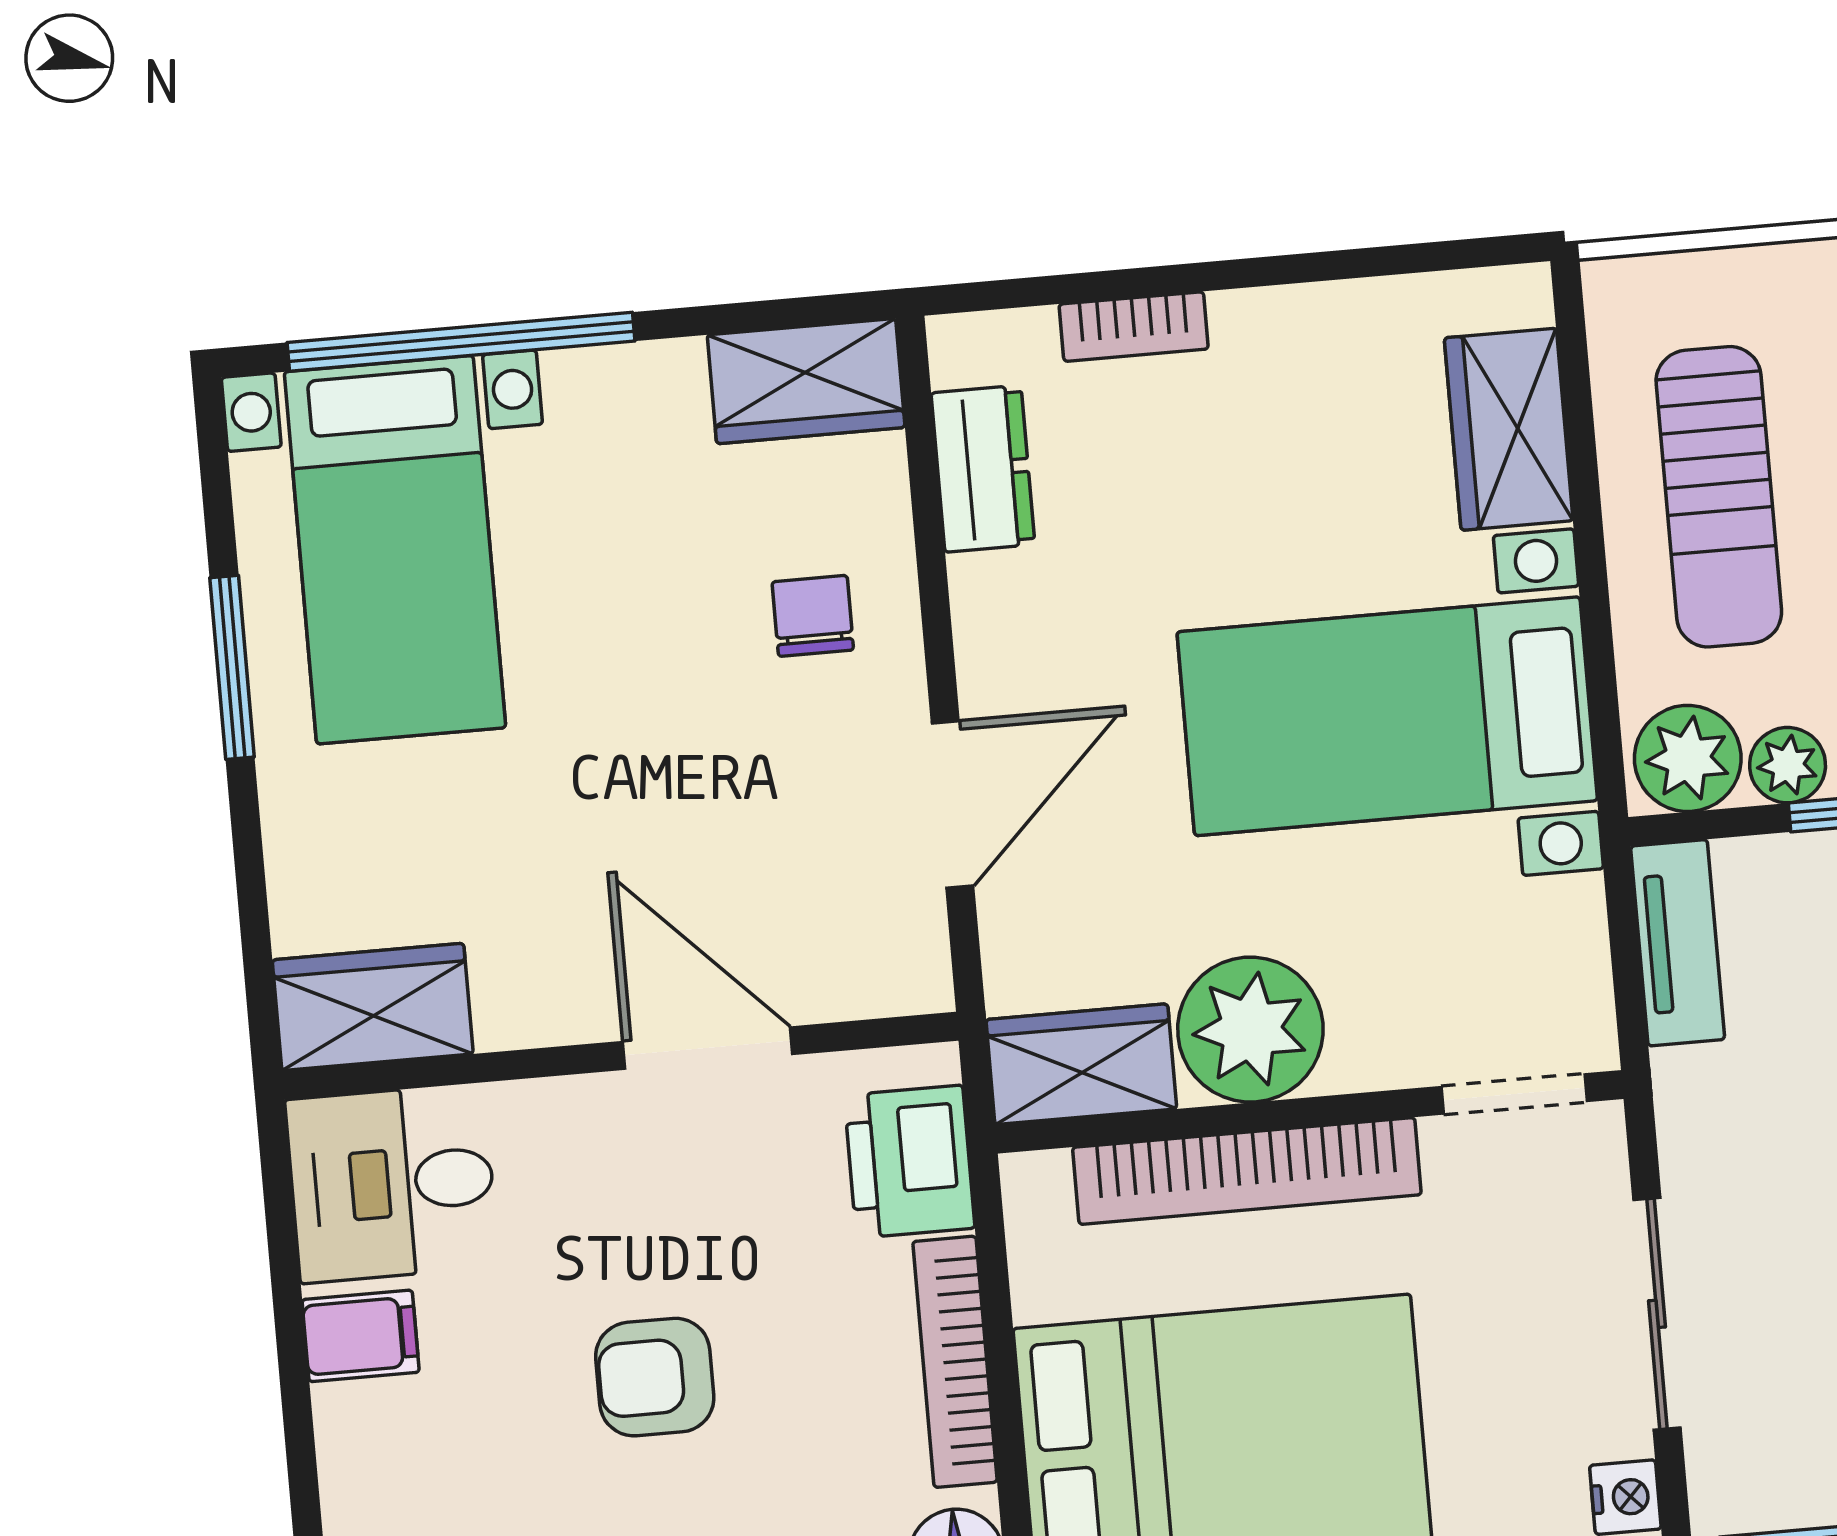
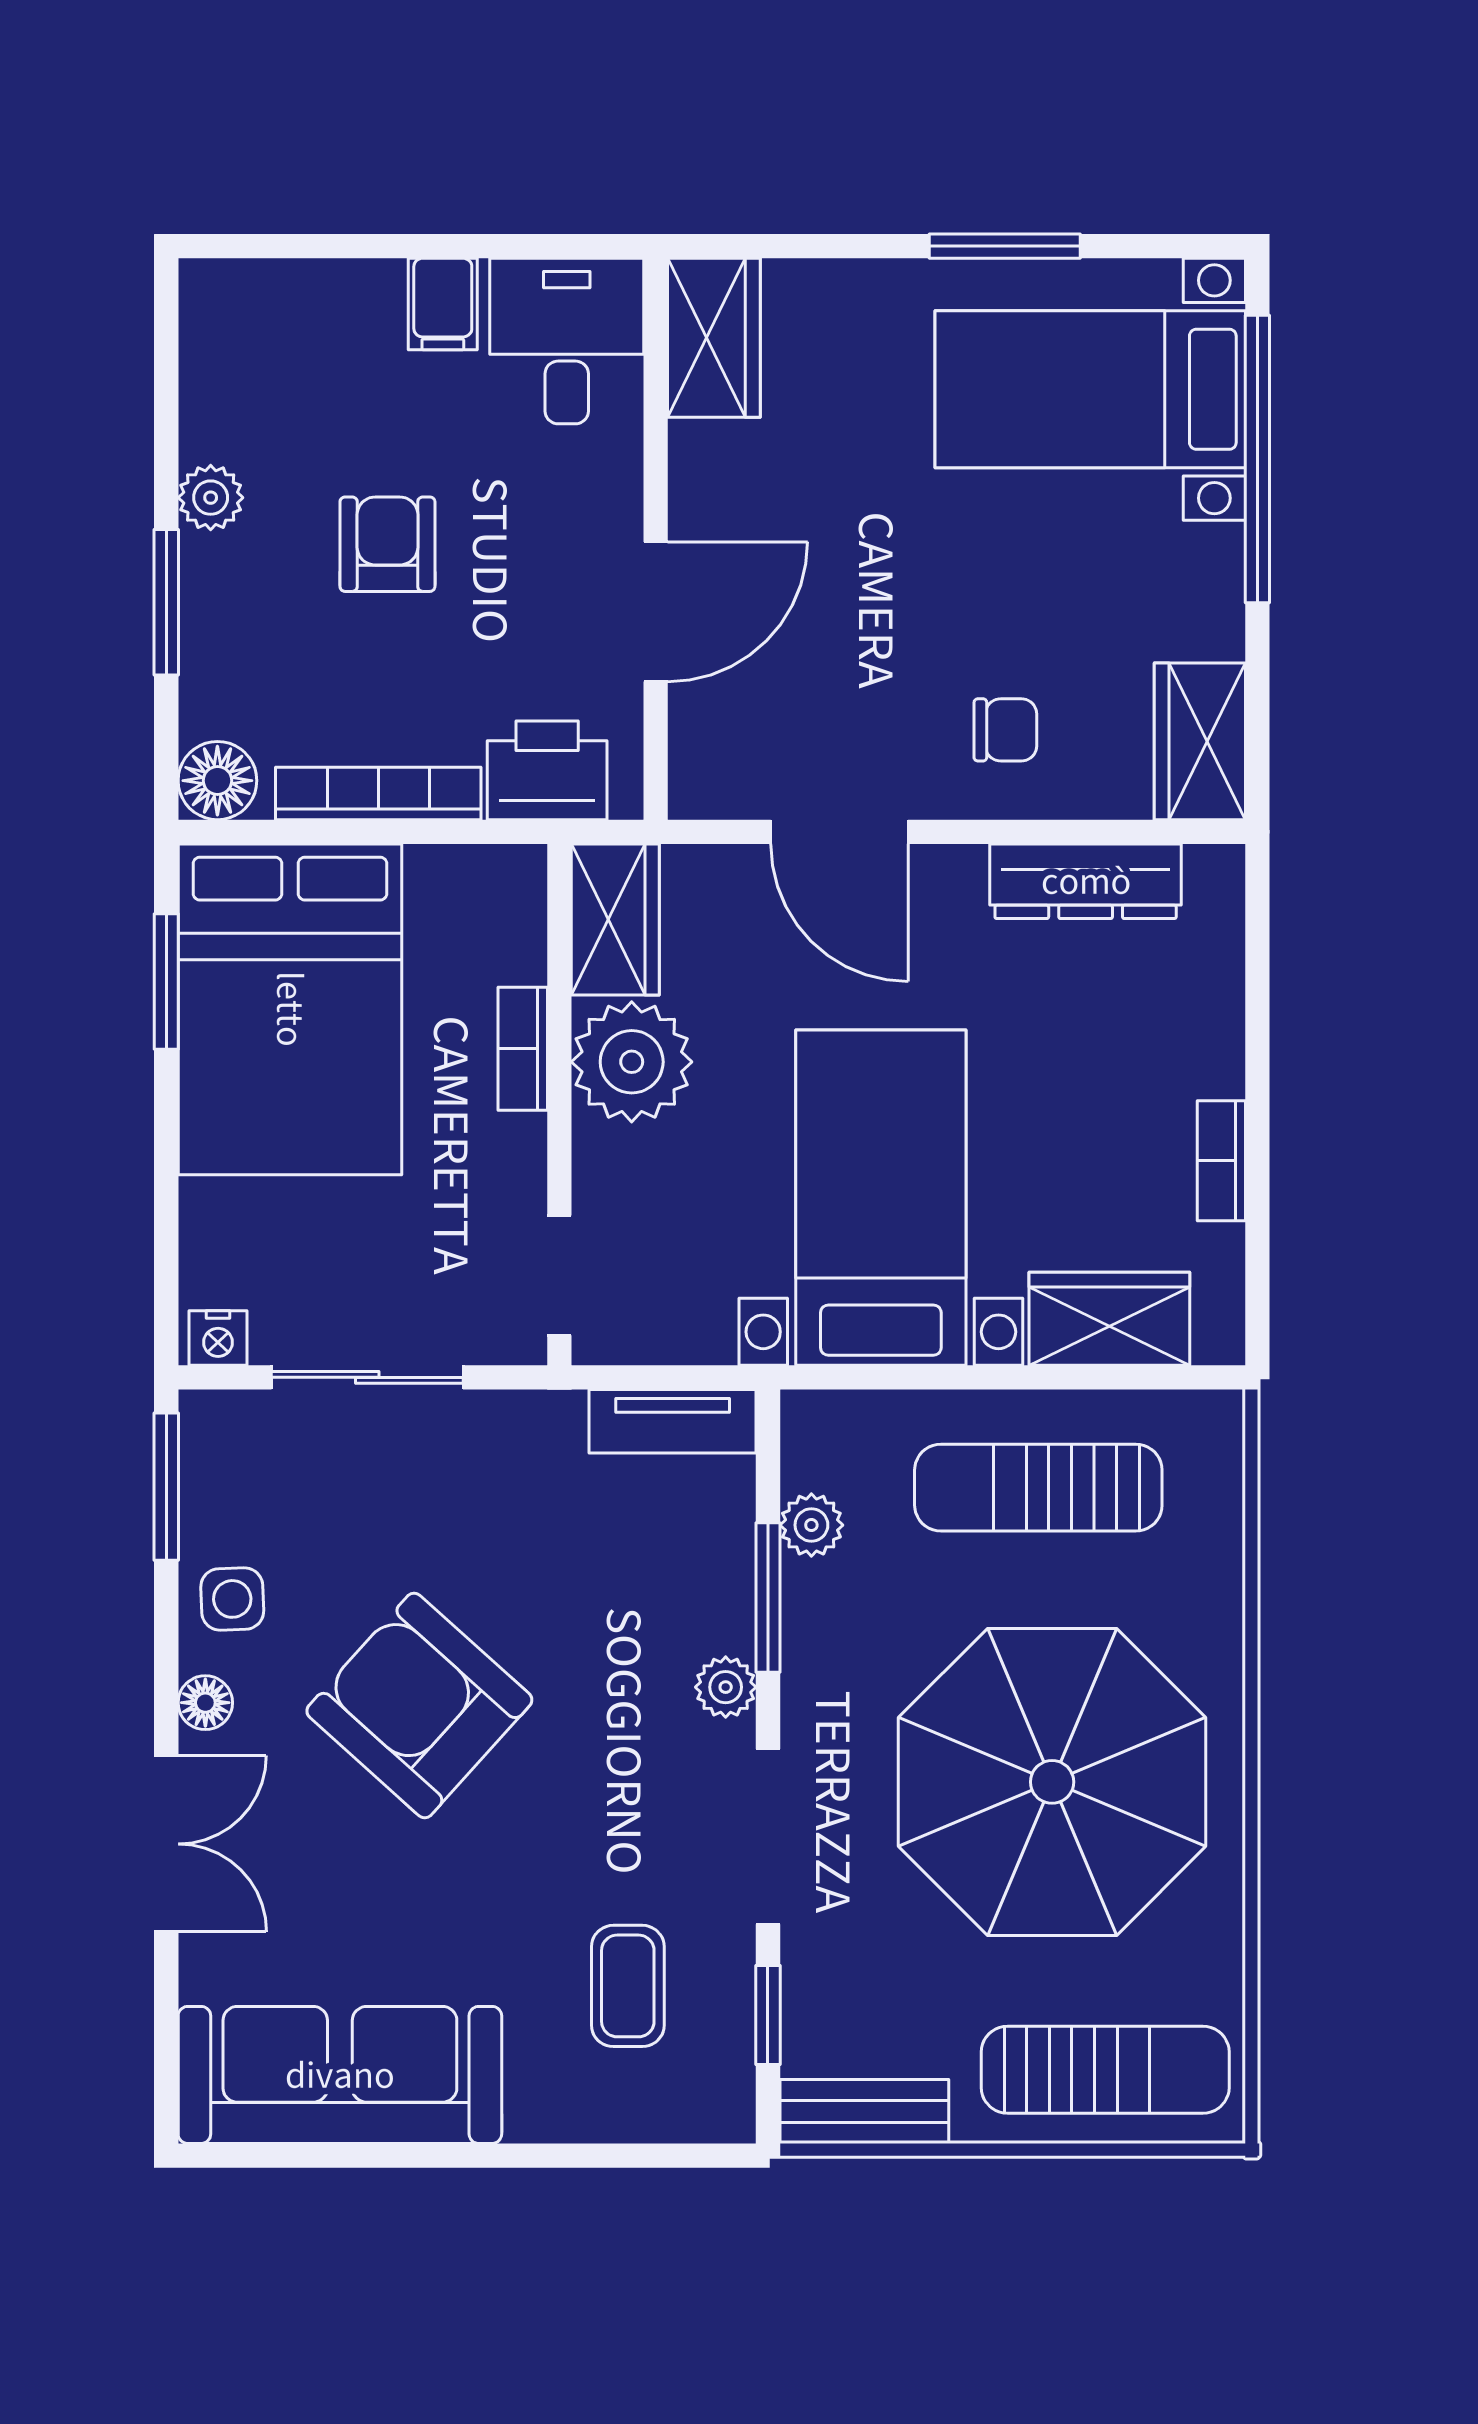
bookcase: (1134, 327) -> (1221, 1161), moved
dresser: (983, 469) -> (1086, 881), width x1.44
plant: (1688, 758) -> (824, 1443), removed
bookcase: (1247, 1171) -> (523, 1049), width x0.43, depth x0.76

